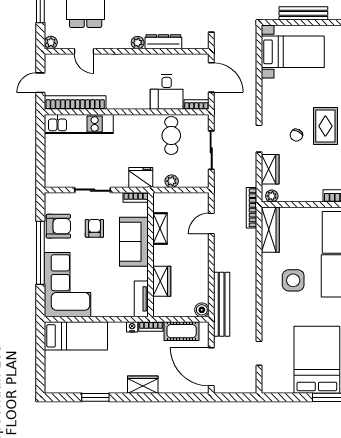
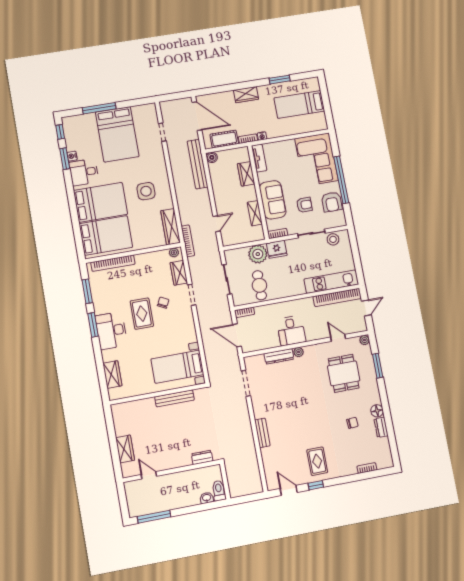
desk: (167, 92) -> (291, 331), moved, turned 180
stool: (66, 178) -> (333, 239), added
plant: (172, 181) -> (258, 254), width x1.88, depth x1.88
armchair: (58, 226) -> (332, 202), turned -90
armchair: (94, 228) -> (304, 205), turned -90
bed: (76, 336) -> (299, 104), moved

